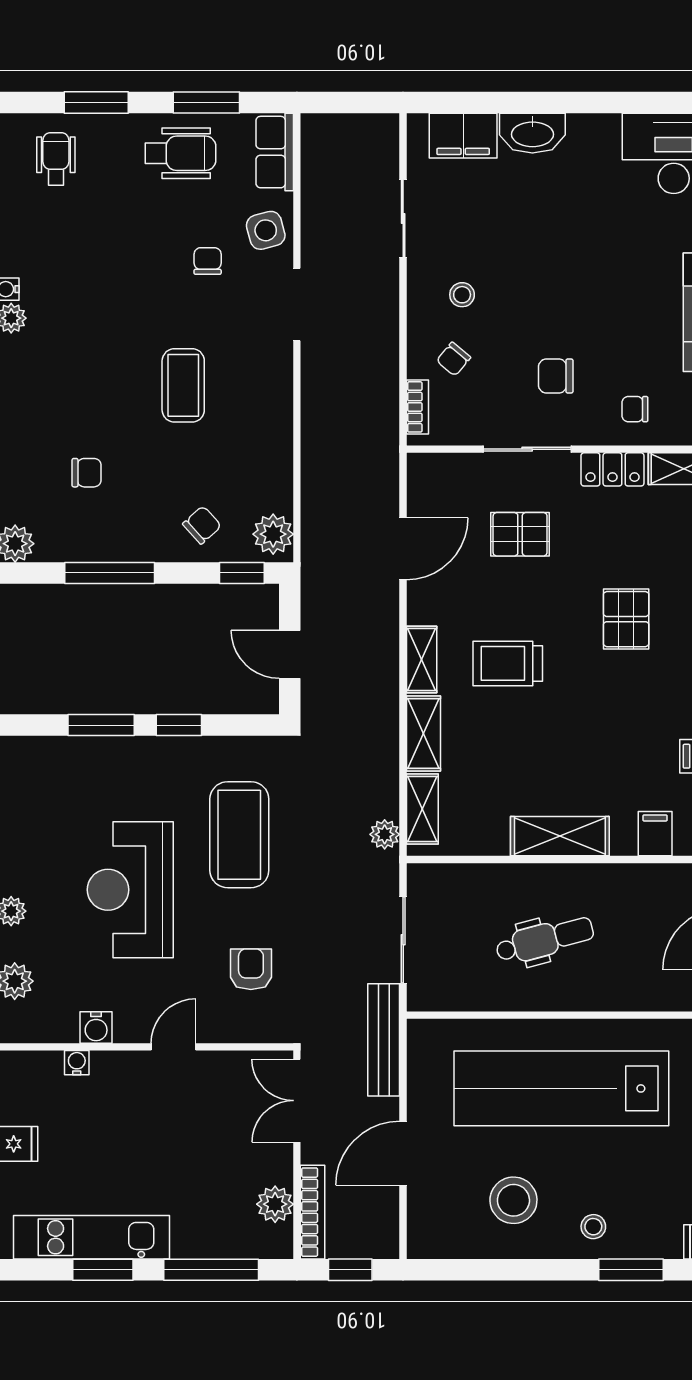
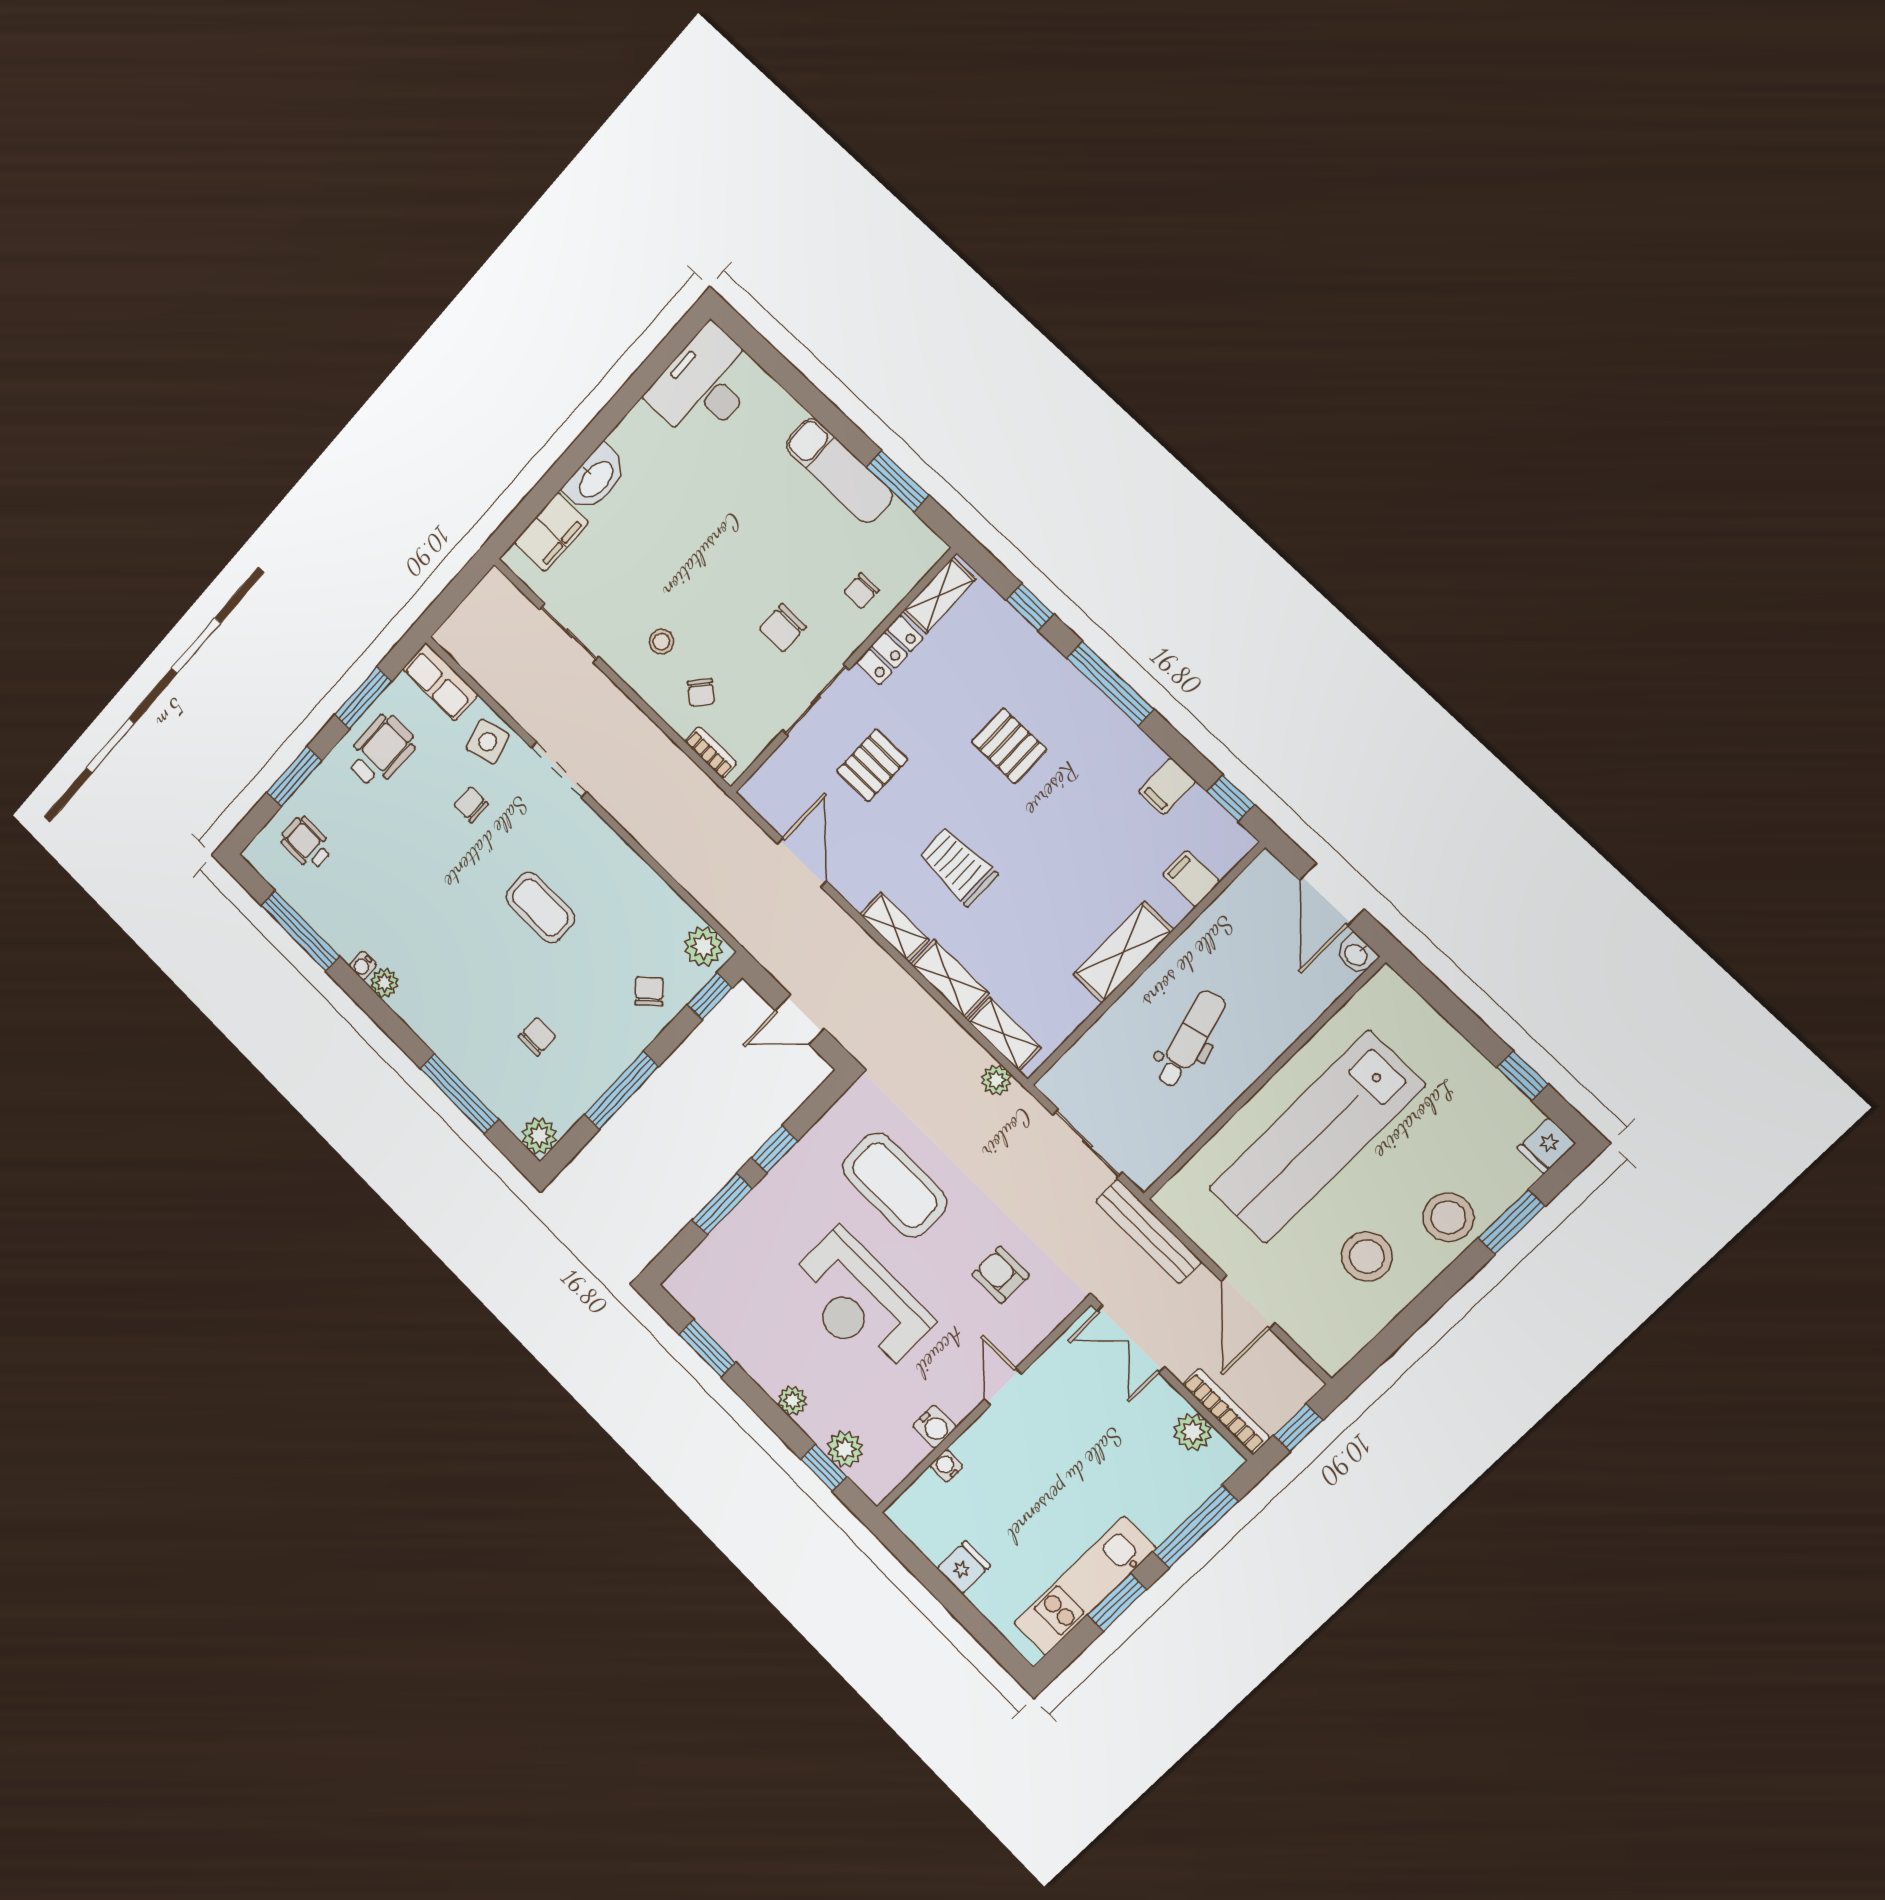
trolley: (508, 663) -> (958, 866), turned 90
stool: (593, 1227) -> (1448, 1217), width x1.89, depth x1.89

